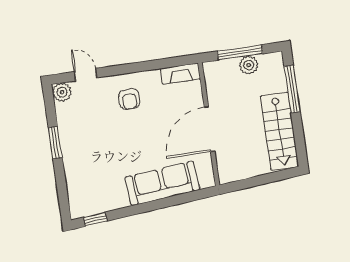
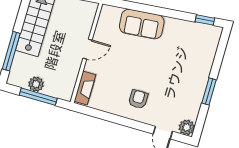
fireplace: (180, 74) -> (85, 88), moved, turned 90
door: (210, 129) -> (88, 49), width x0.53
sofa: (162, 183) -> (142, 24), width x0.73

